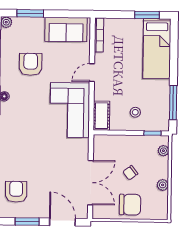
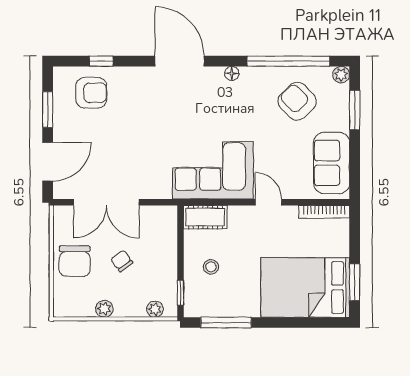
bed: (157, 49) -> (305, 287), width x1.50
armchair: (31, 64) -> (297, 101), moved, turned -134

